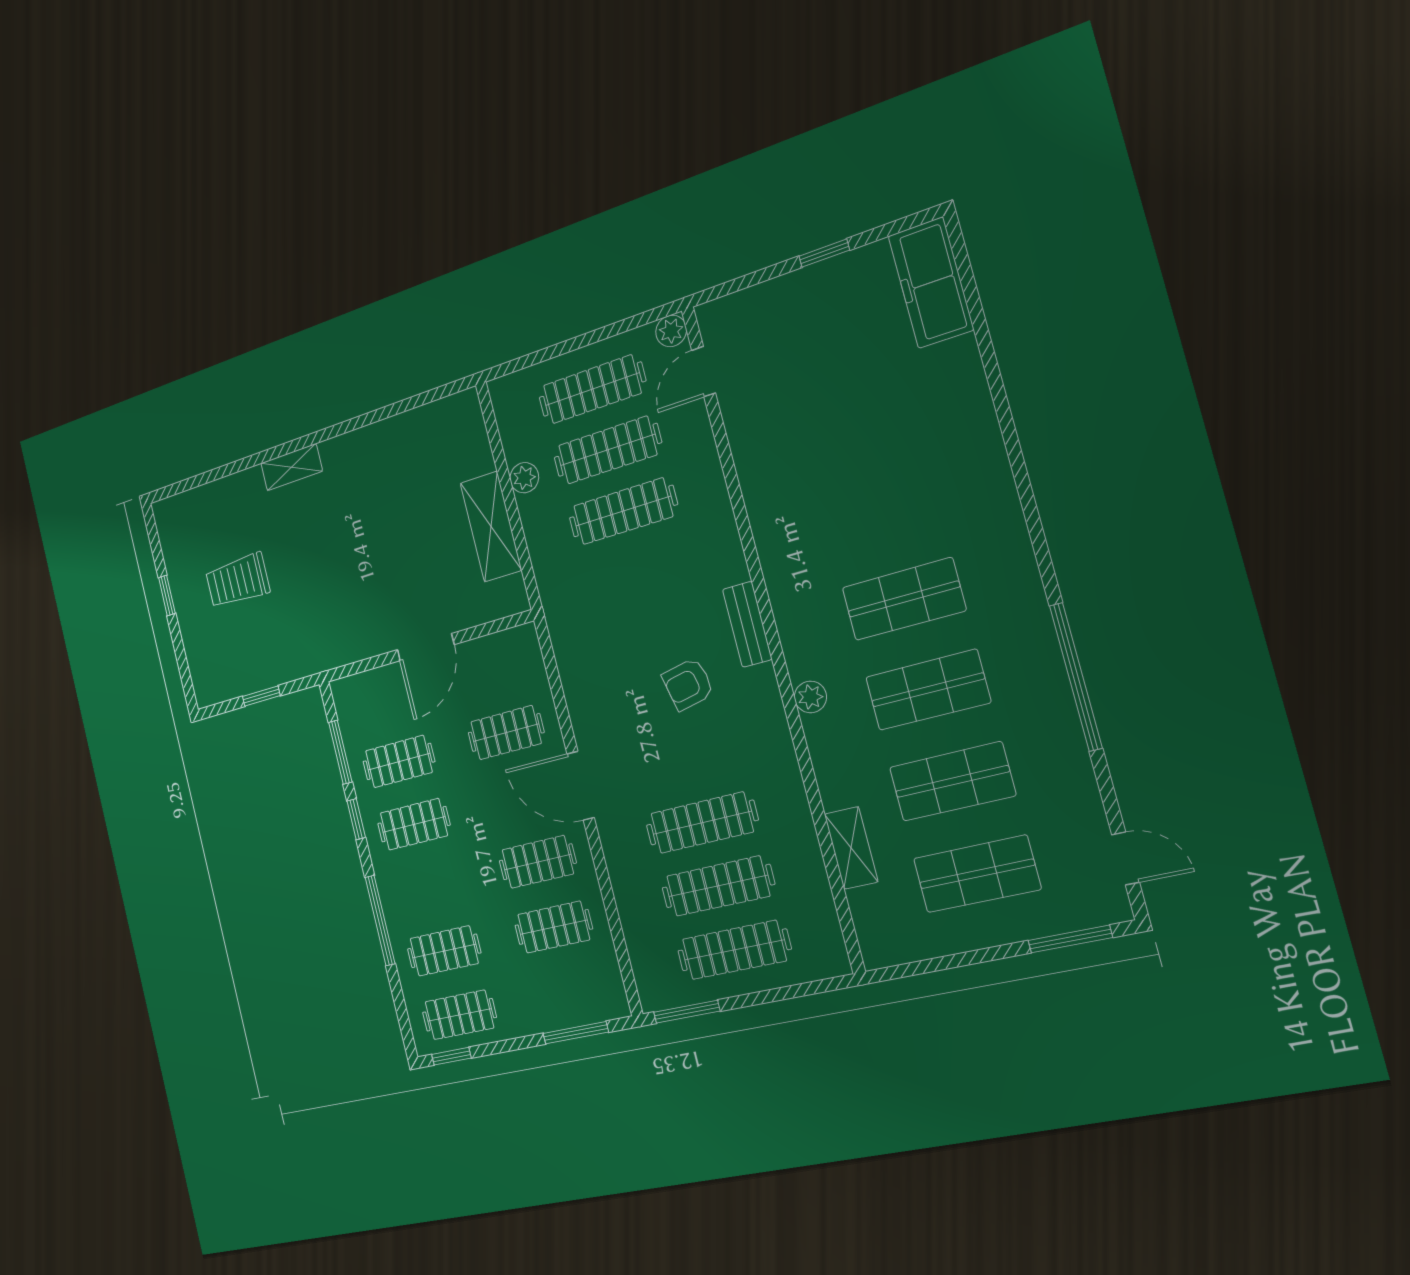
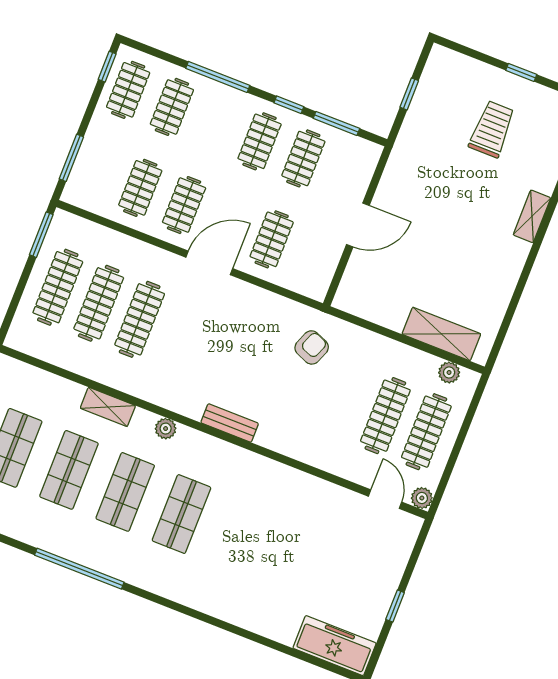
plant: (524, 478) -> (449, 372), moved
clothes rail: (623, 511) -> (344, 400), removed
shelving: (491, 527) -> (441, 334), moved
door: (426, 647) -> (358, 225), swing flipped
armchair: (688, 684) -> (312, 347), moved, turned 34
shelving: (851, 848) -> (108, 407), moved

